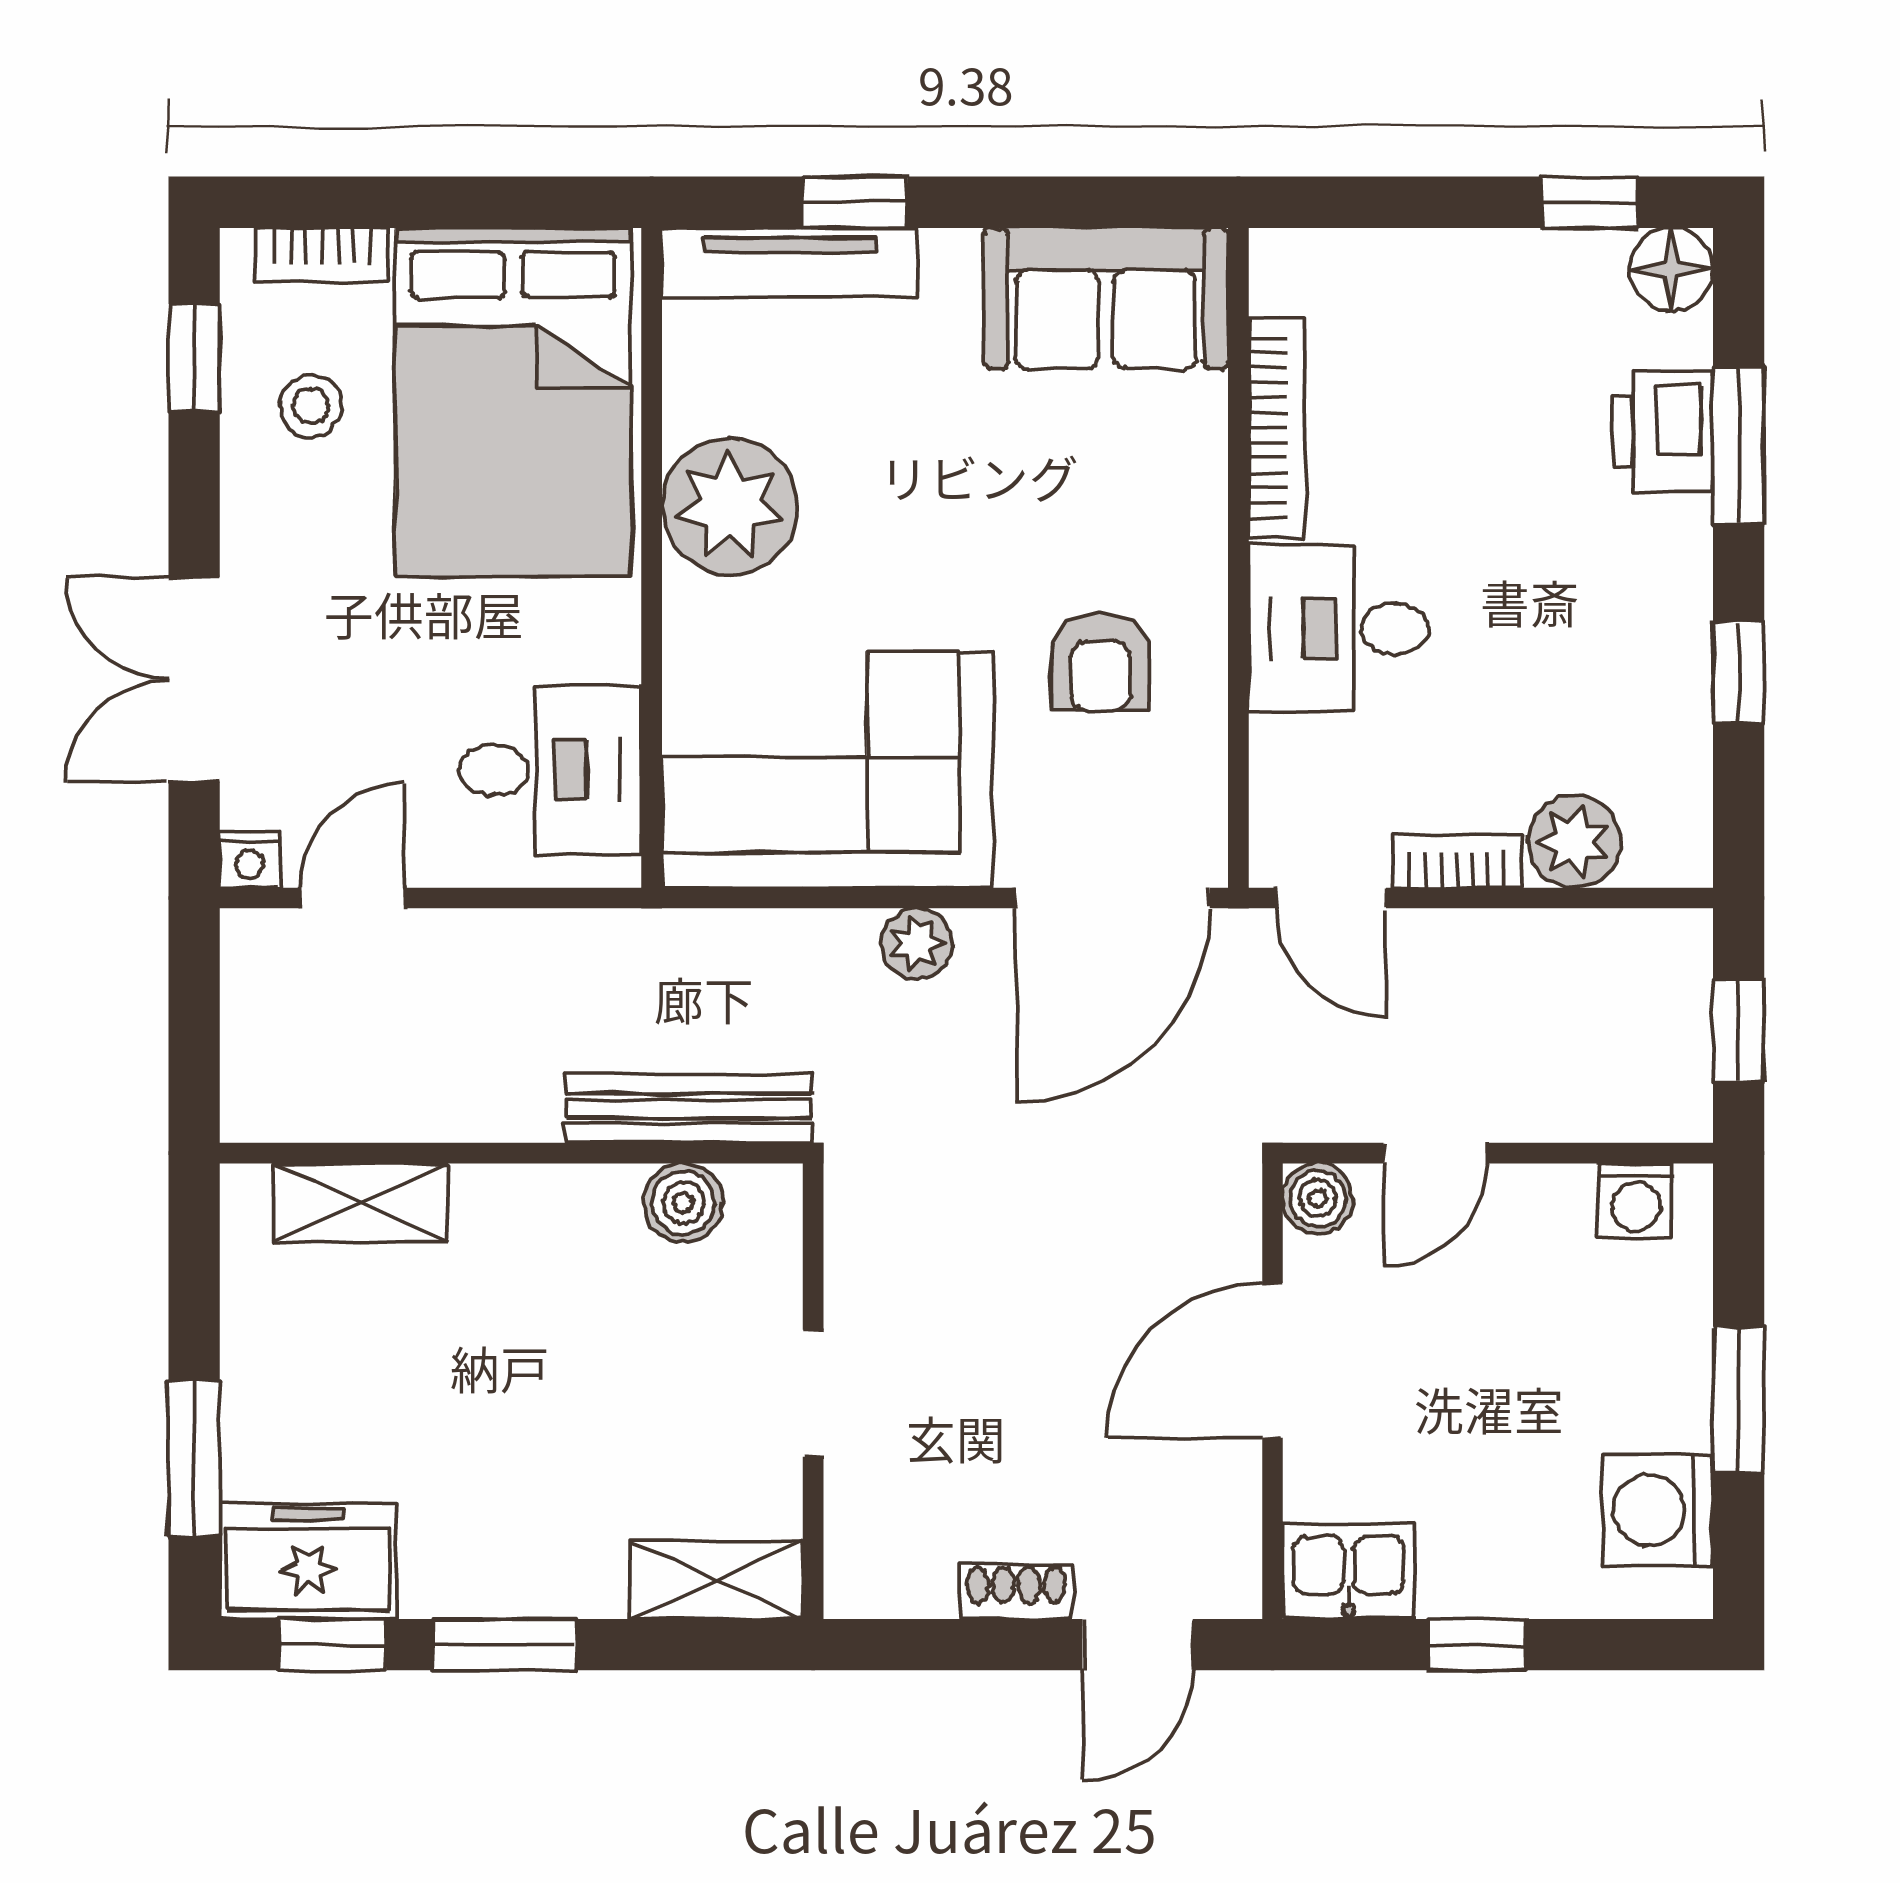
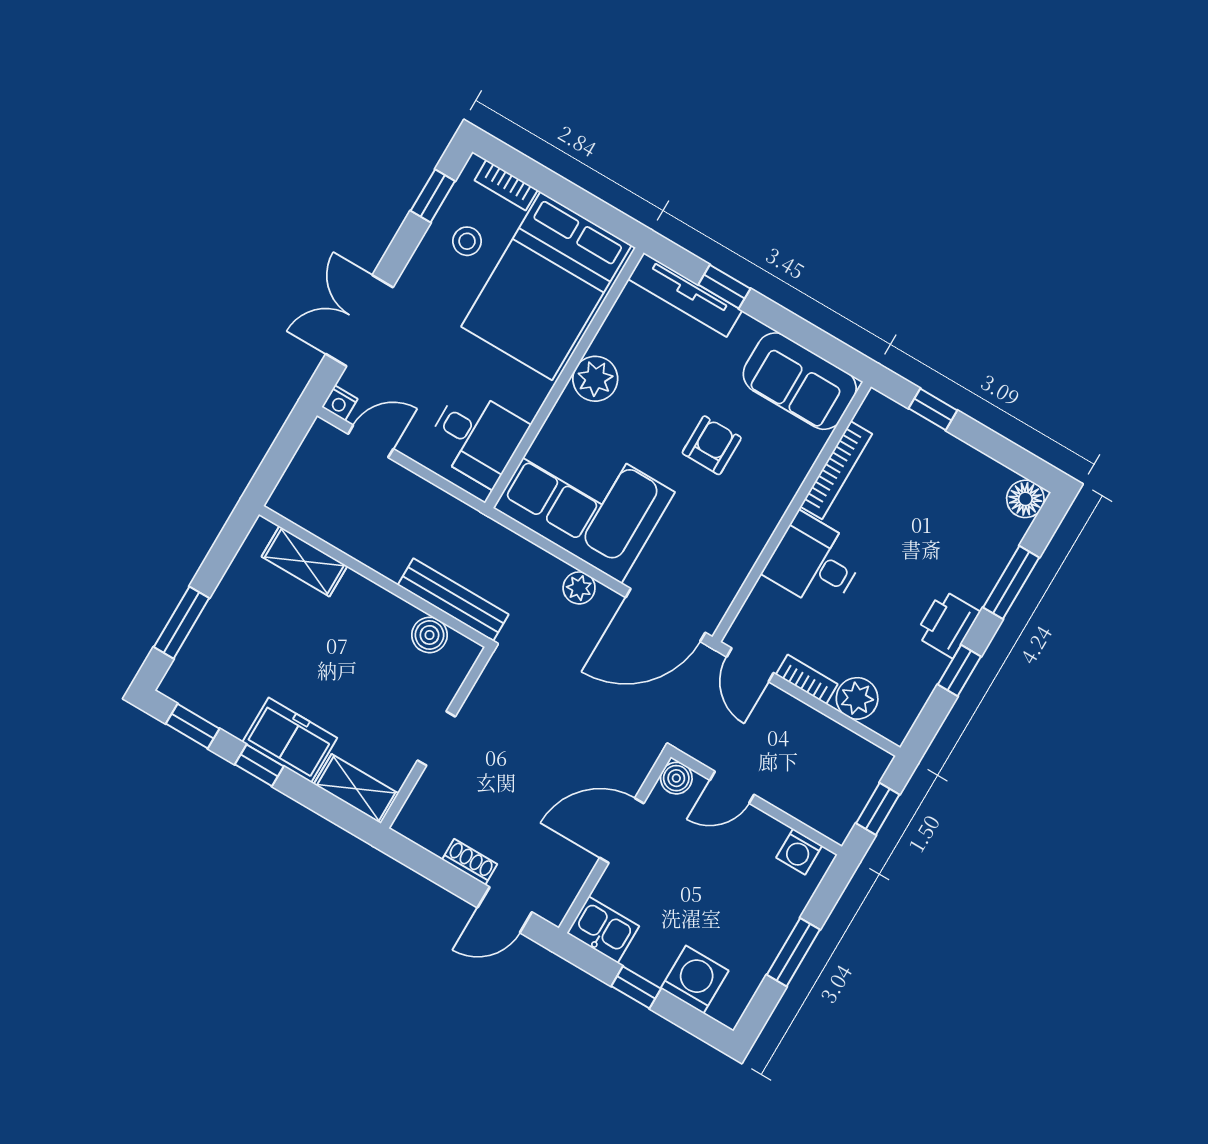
window: (1590, 202) -> (933, 409), moved
printer: (1663, 432) -> (947, 624), moved
plant: (730, 506) -> (595, 379), width x0.73, depth x0.73
armchair: (1100, 662) -> (712, 445), moved, turned 180
washing machine: (1657, 1510) -> (695, 980), moved, turned 90
freezer: (308, 1561) -> (290, 740), moved
window: (504, 1645) -> (259, 765), width x0.67

